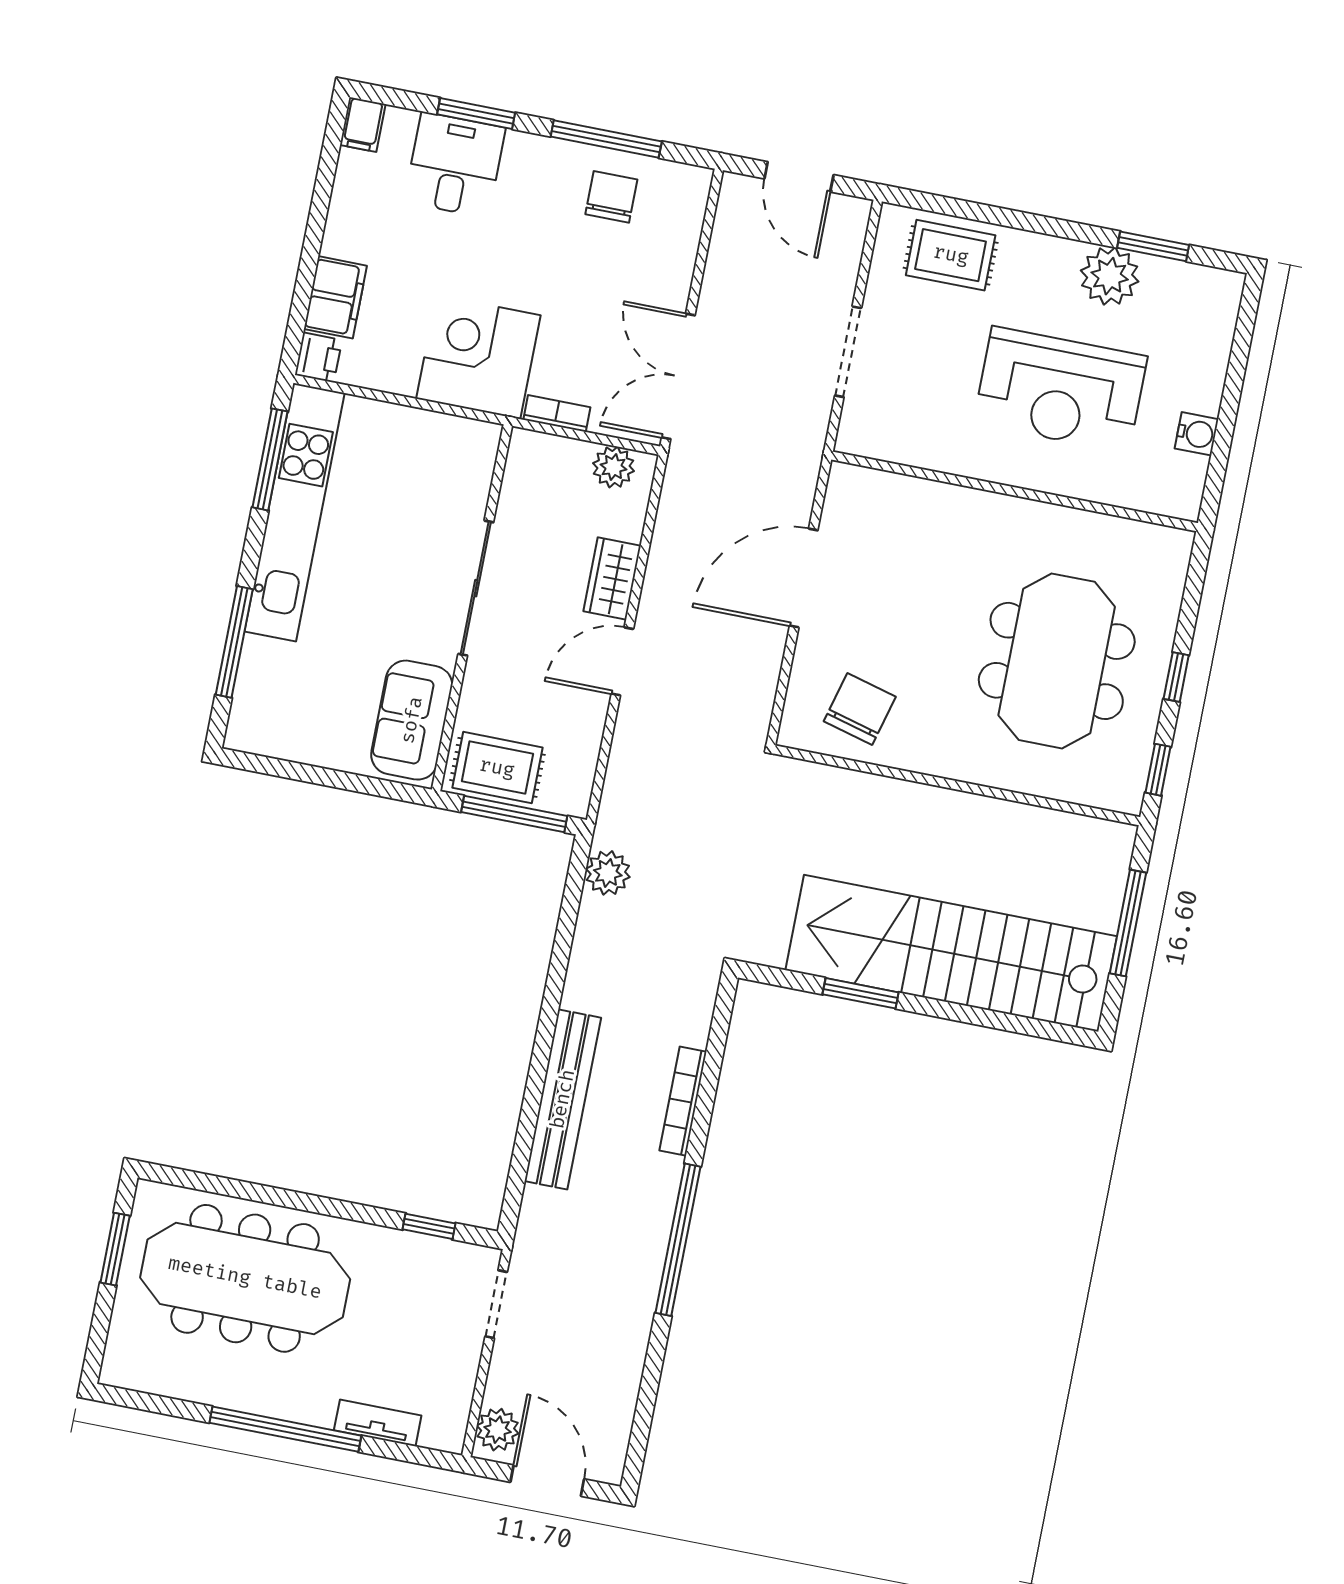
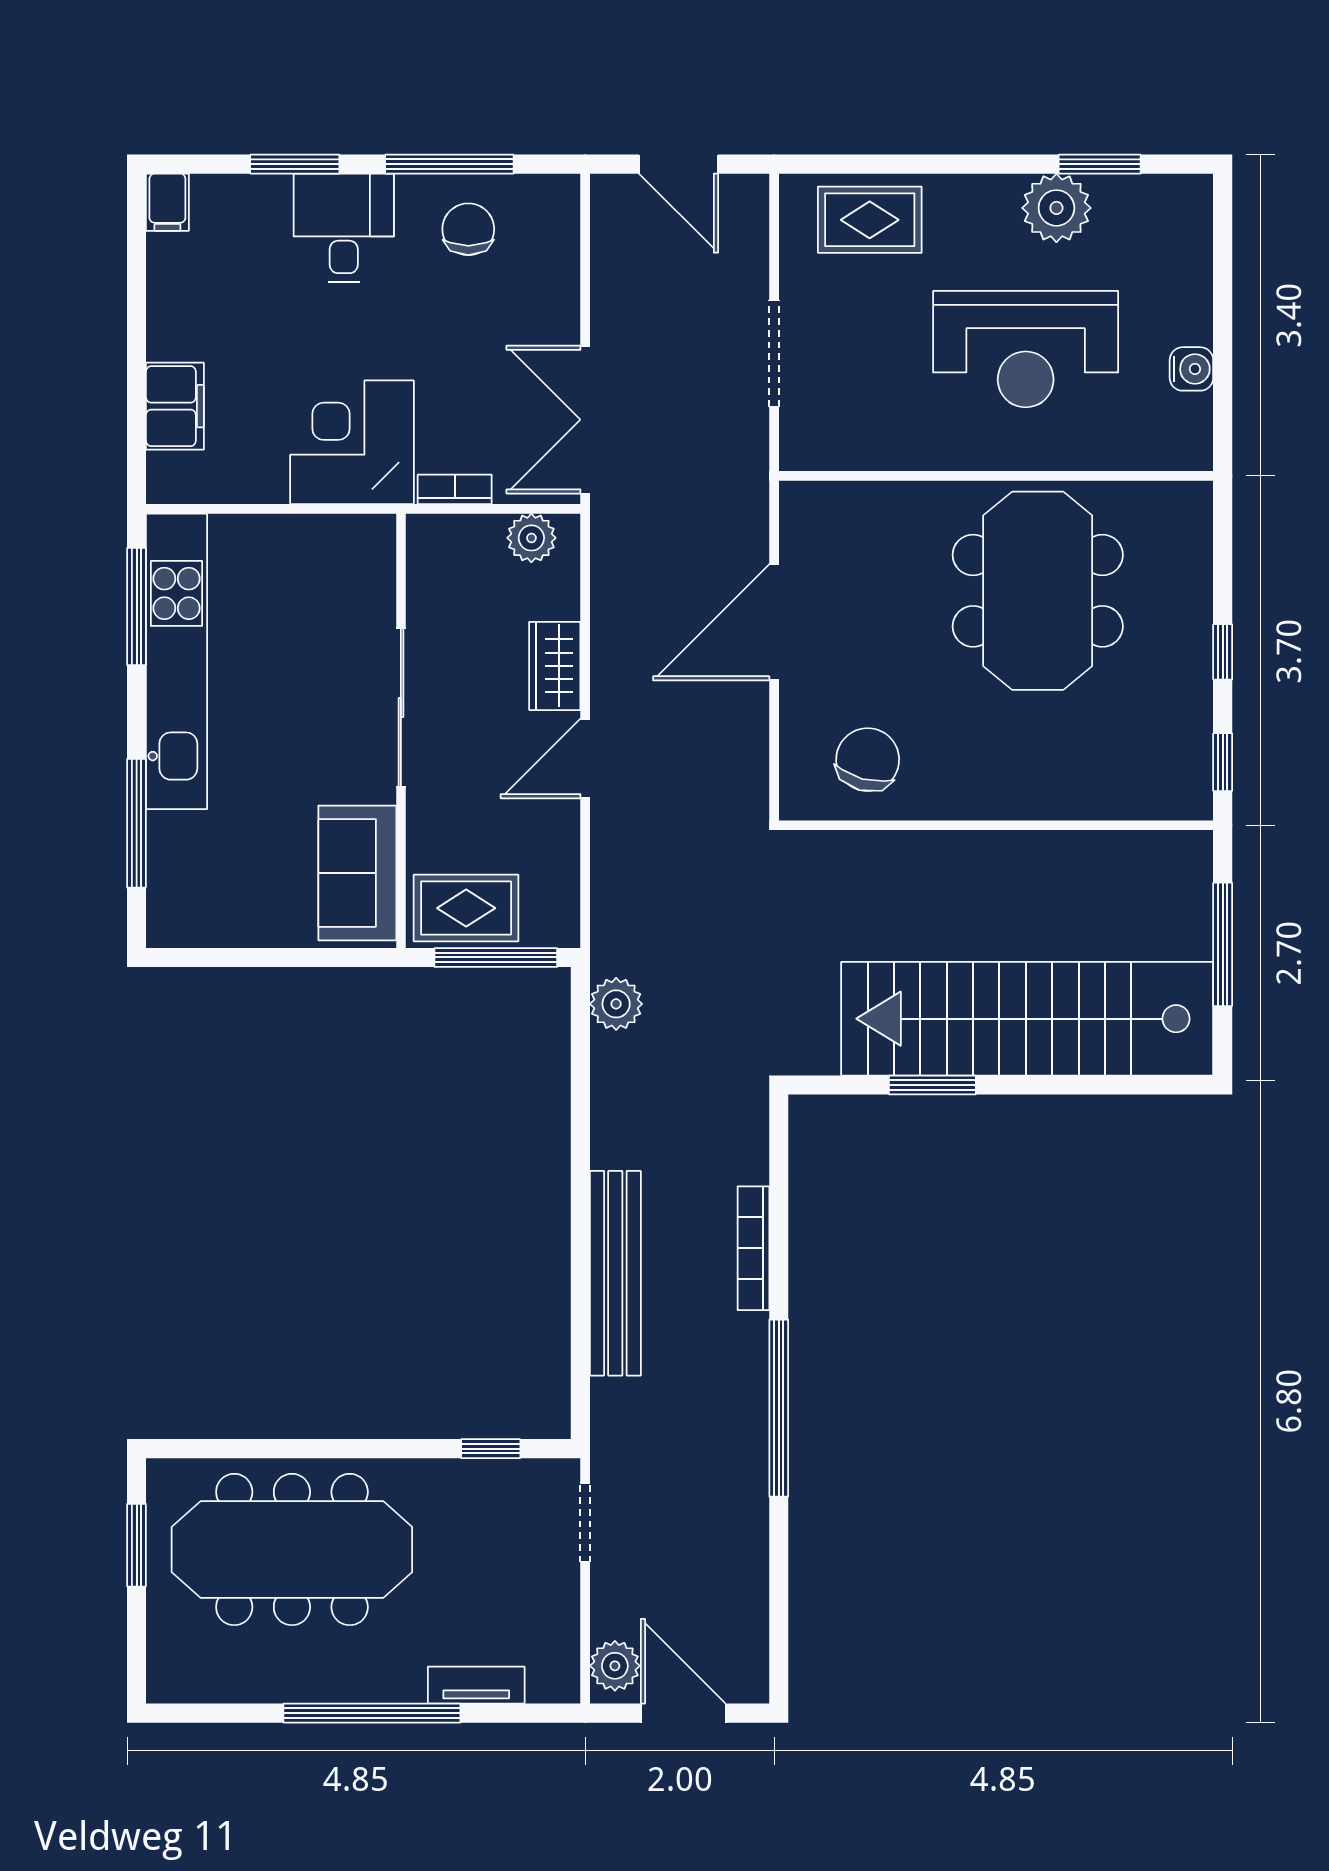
desk: (455, 165) -> (344, 228), moved
printer: (318, 357) -> (169, 479), removed
meeting table: (1057, 661) -> (1038, 591), moved

